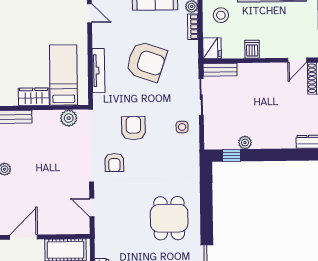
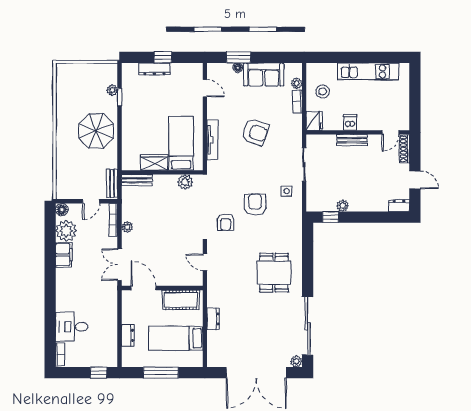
armchair: (146, 62) -> (255, 132), width x0.73, depth x0.73
bench: (220, 70) -> (352, 140), moved
armchair: (133, 128) -> (255, 205), moved
door: (24, 237) -> (143, 288), hinge flipped

